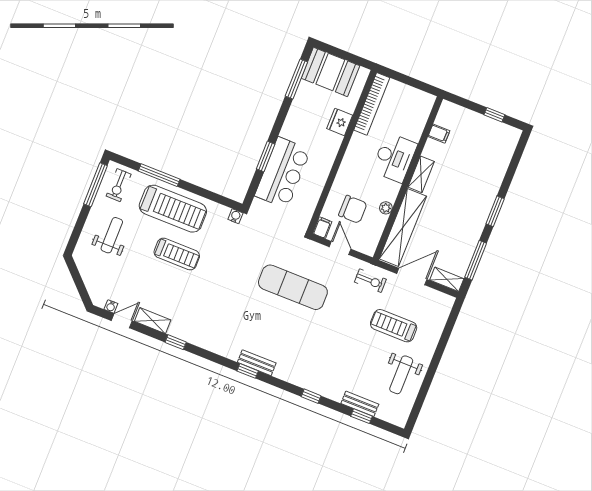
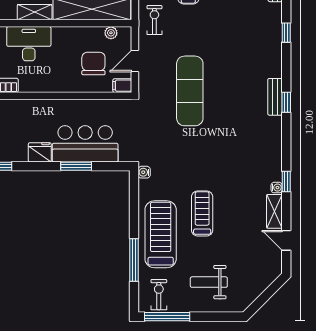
fridge: (340, 122) -> (40, 152), moved, turned 180
exercise bike: (119, 185) -> (159, 295), turned -90
plant: (386, 208) -> (111, 33), moved
water cooler: (111, 306) -> (277, 188), moved

